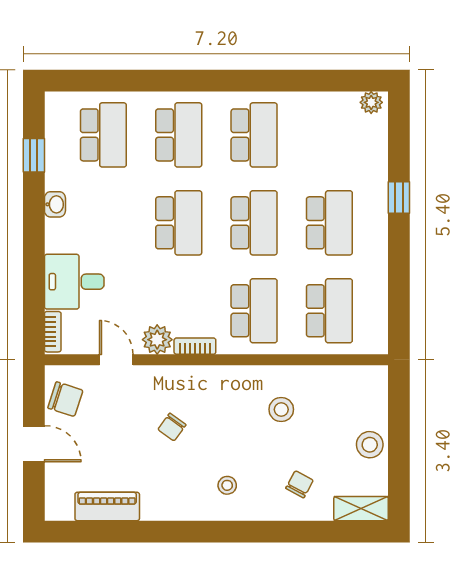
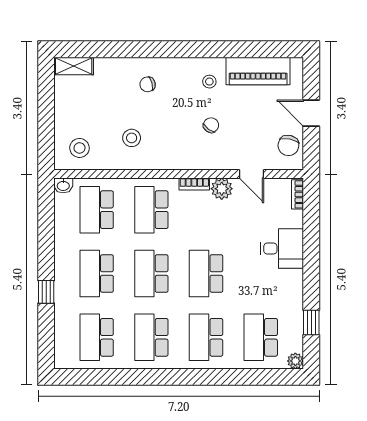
plant: (371, 102) -> (295, 361), moved
school desk: (329, 135) -> (97, 337), added
washbasin: (55, 204) -> (63, 185), moved, turned -90
desk: (74, 282) -> (282, 249), moved
chair: (65, 399) -> (288, 145), turned -96
stool: (370, 445) -> (80, 148), moved
chair: (299, 484) -> (148, 84), moved, turned 47
stool: (227, 485) -> (209, 82), moved
piano: (107, 506) -> (258, 71), width x1.37, depth x1.33

